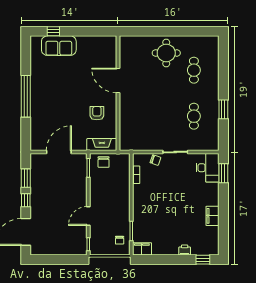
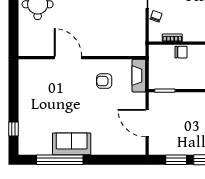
sofa: (59, 46) -> (72, 144), moved, turned -90
door: (118, 80) -> (68, 58), swing flipped
window: (26, 96) -> (60, 160), moved
chair: (104, 162) -> (181, 52), moved

